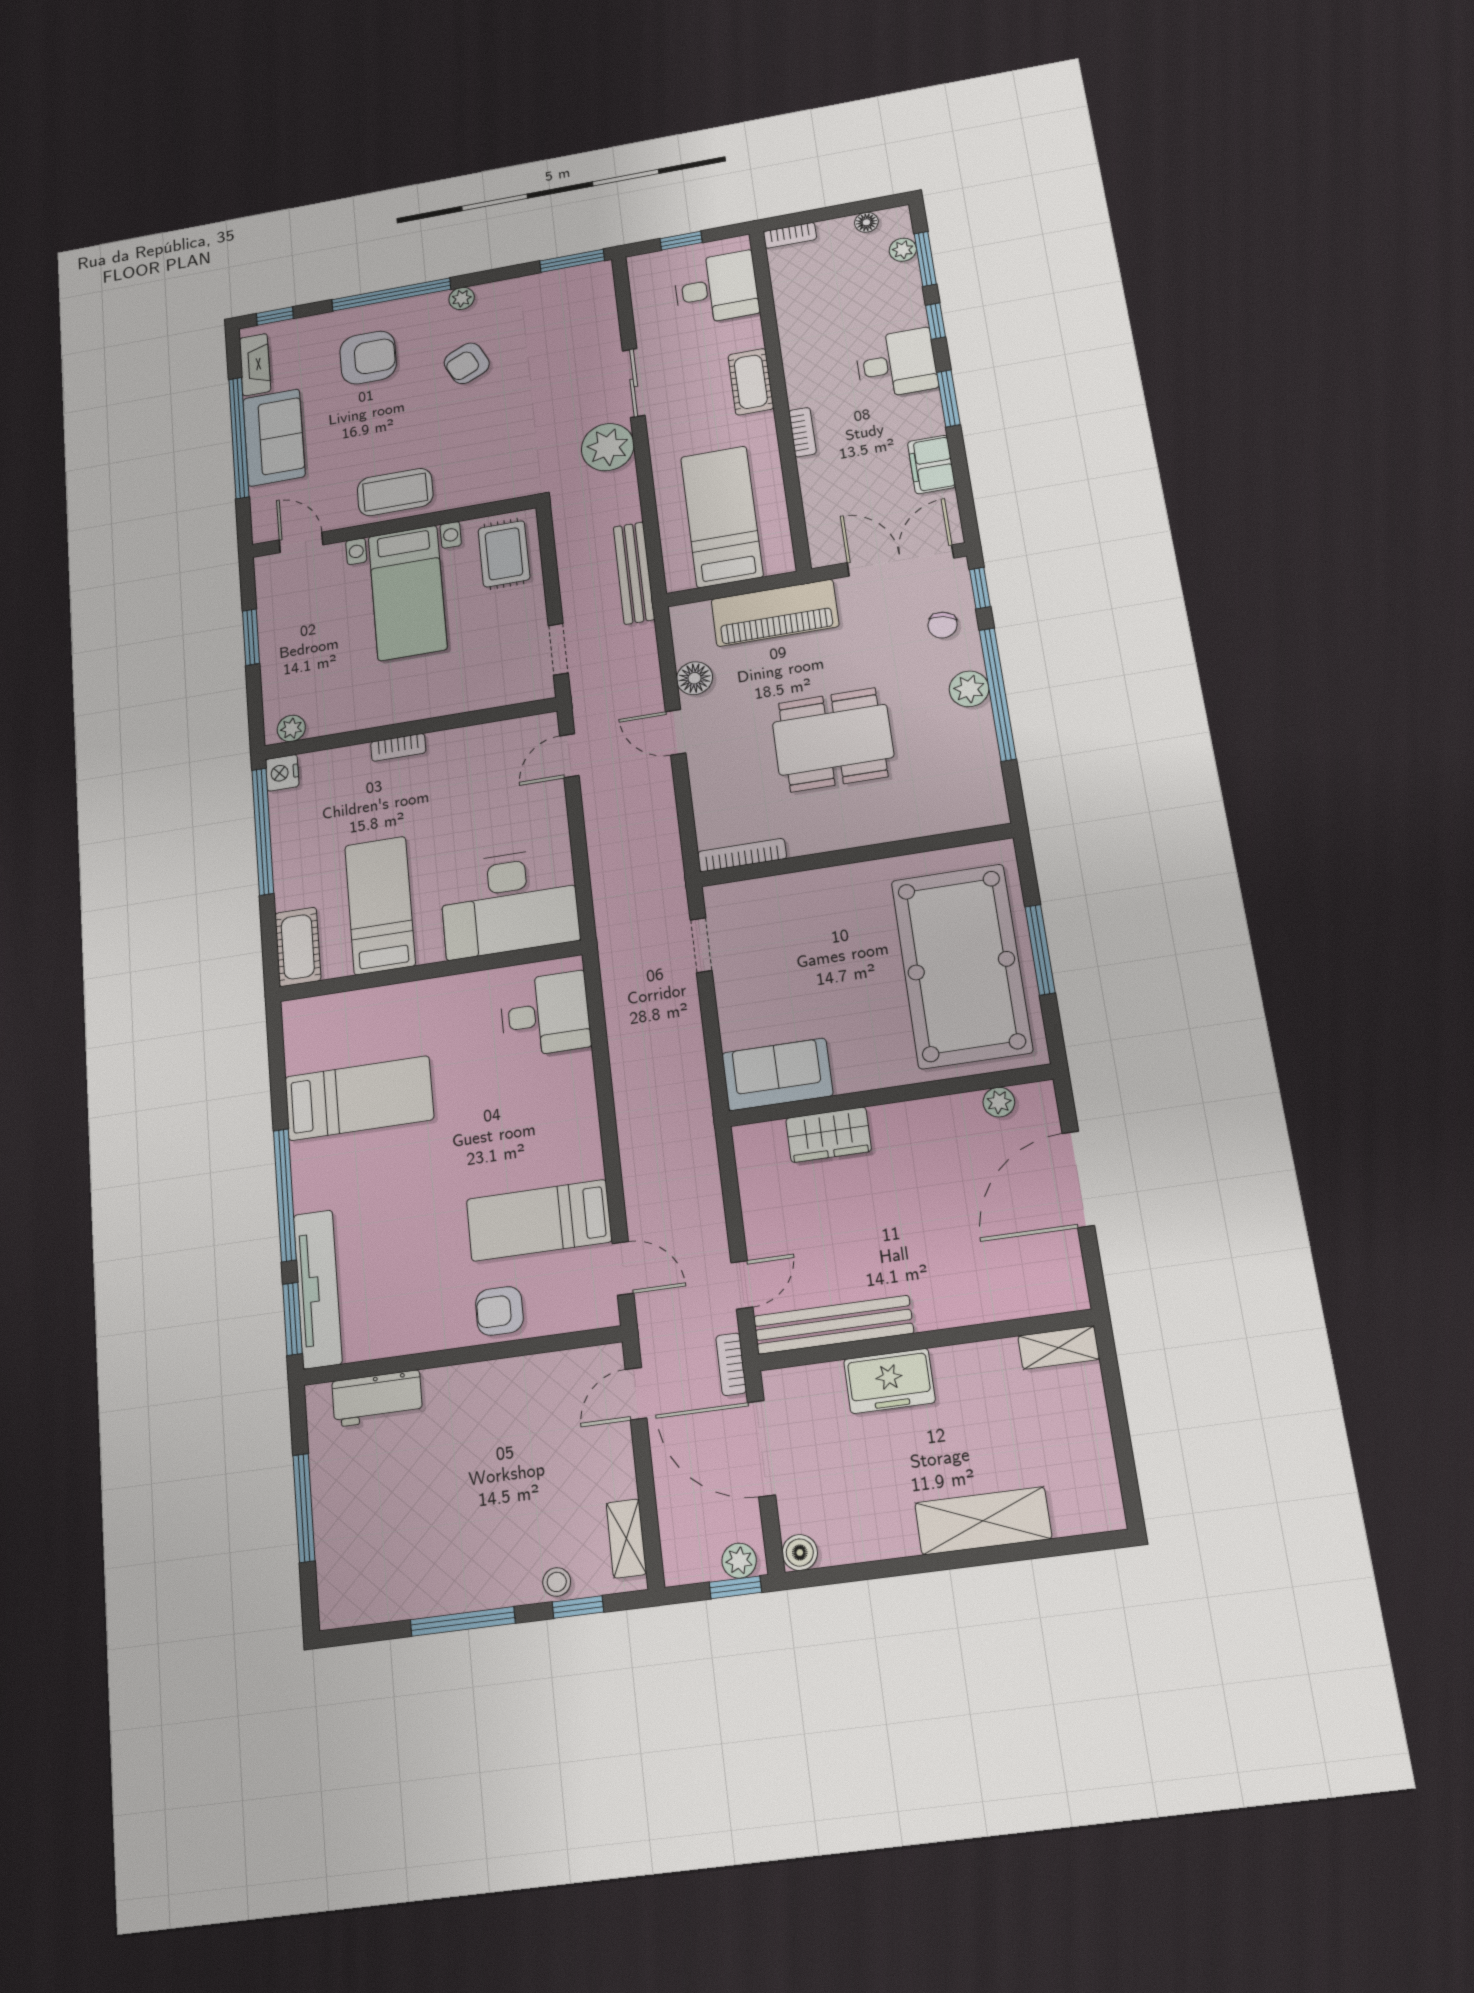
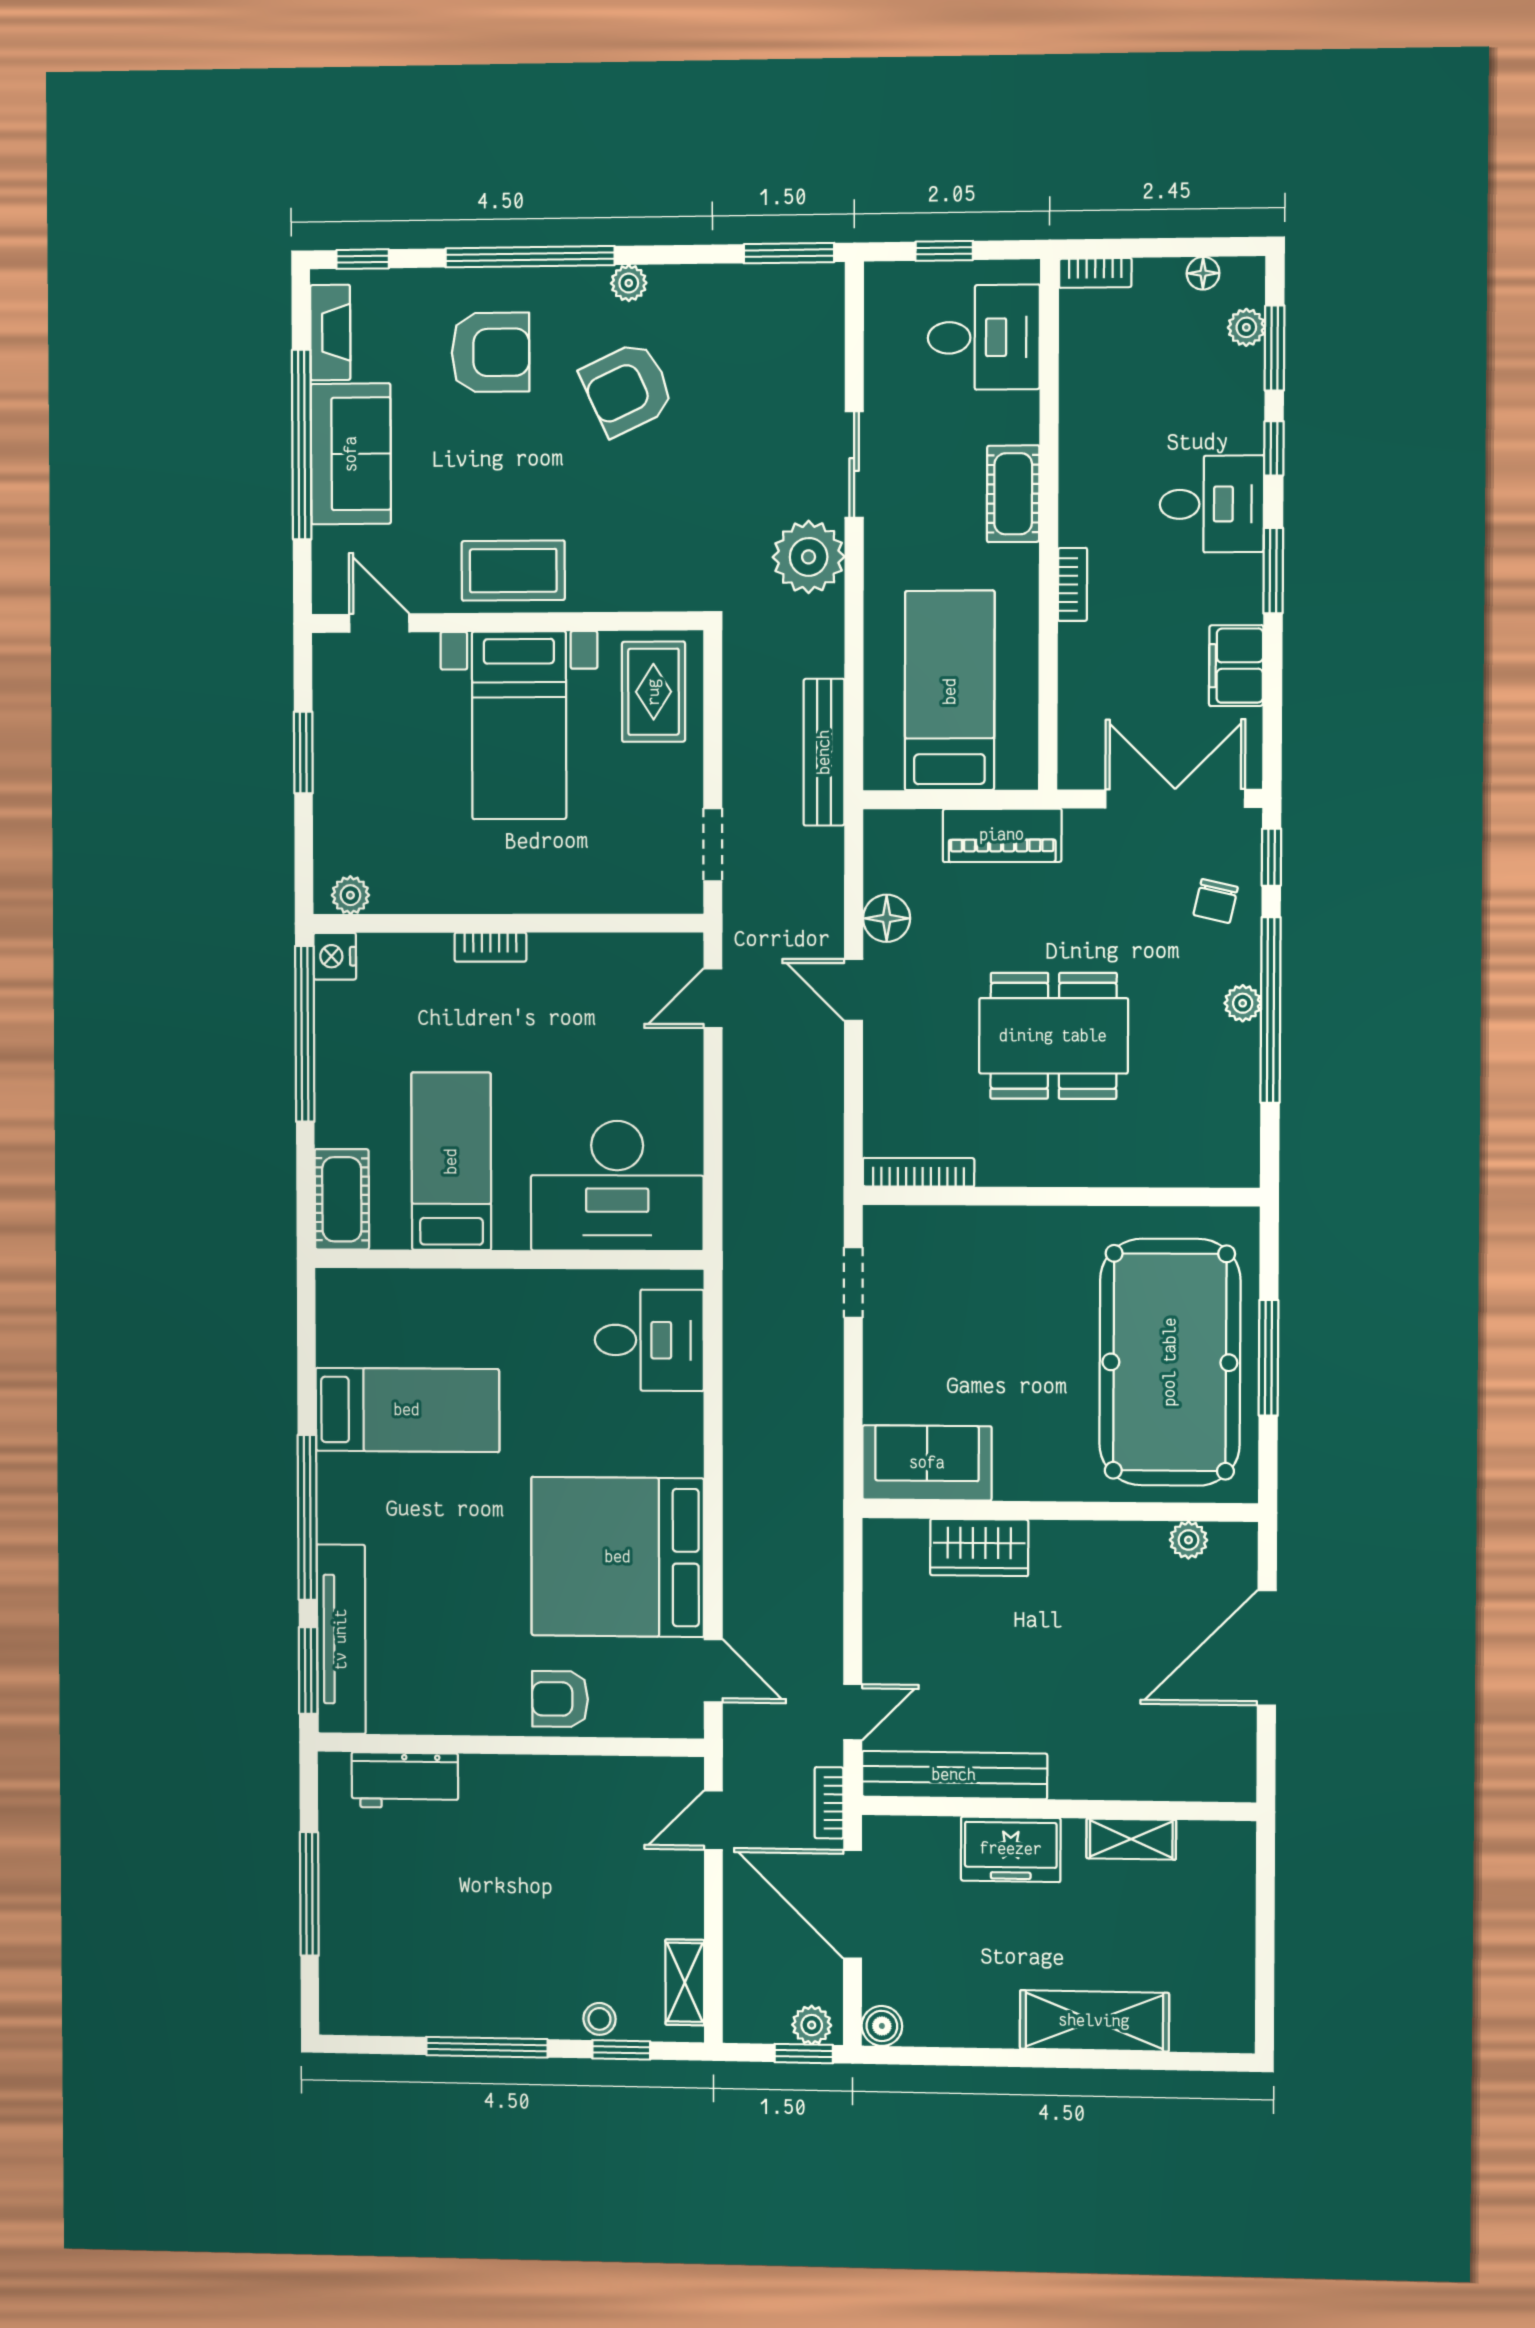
armchair: (467, 363) -> (627, 389), width x1.38, depth x1.38
piano: (775, 613) -> (1002, 835), width x0.73, depth x0.75
plant: (969, 689) -> (1243, 1003), width x0.73, depth x0.73
bed: (539, 1220) -> (618, 1557), width x2.04
shelving: (1059, 1348) -> (1131, 1839), moved

